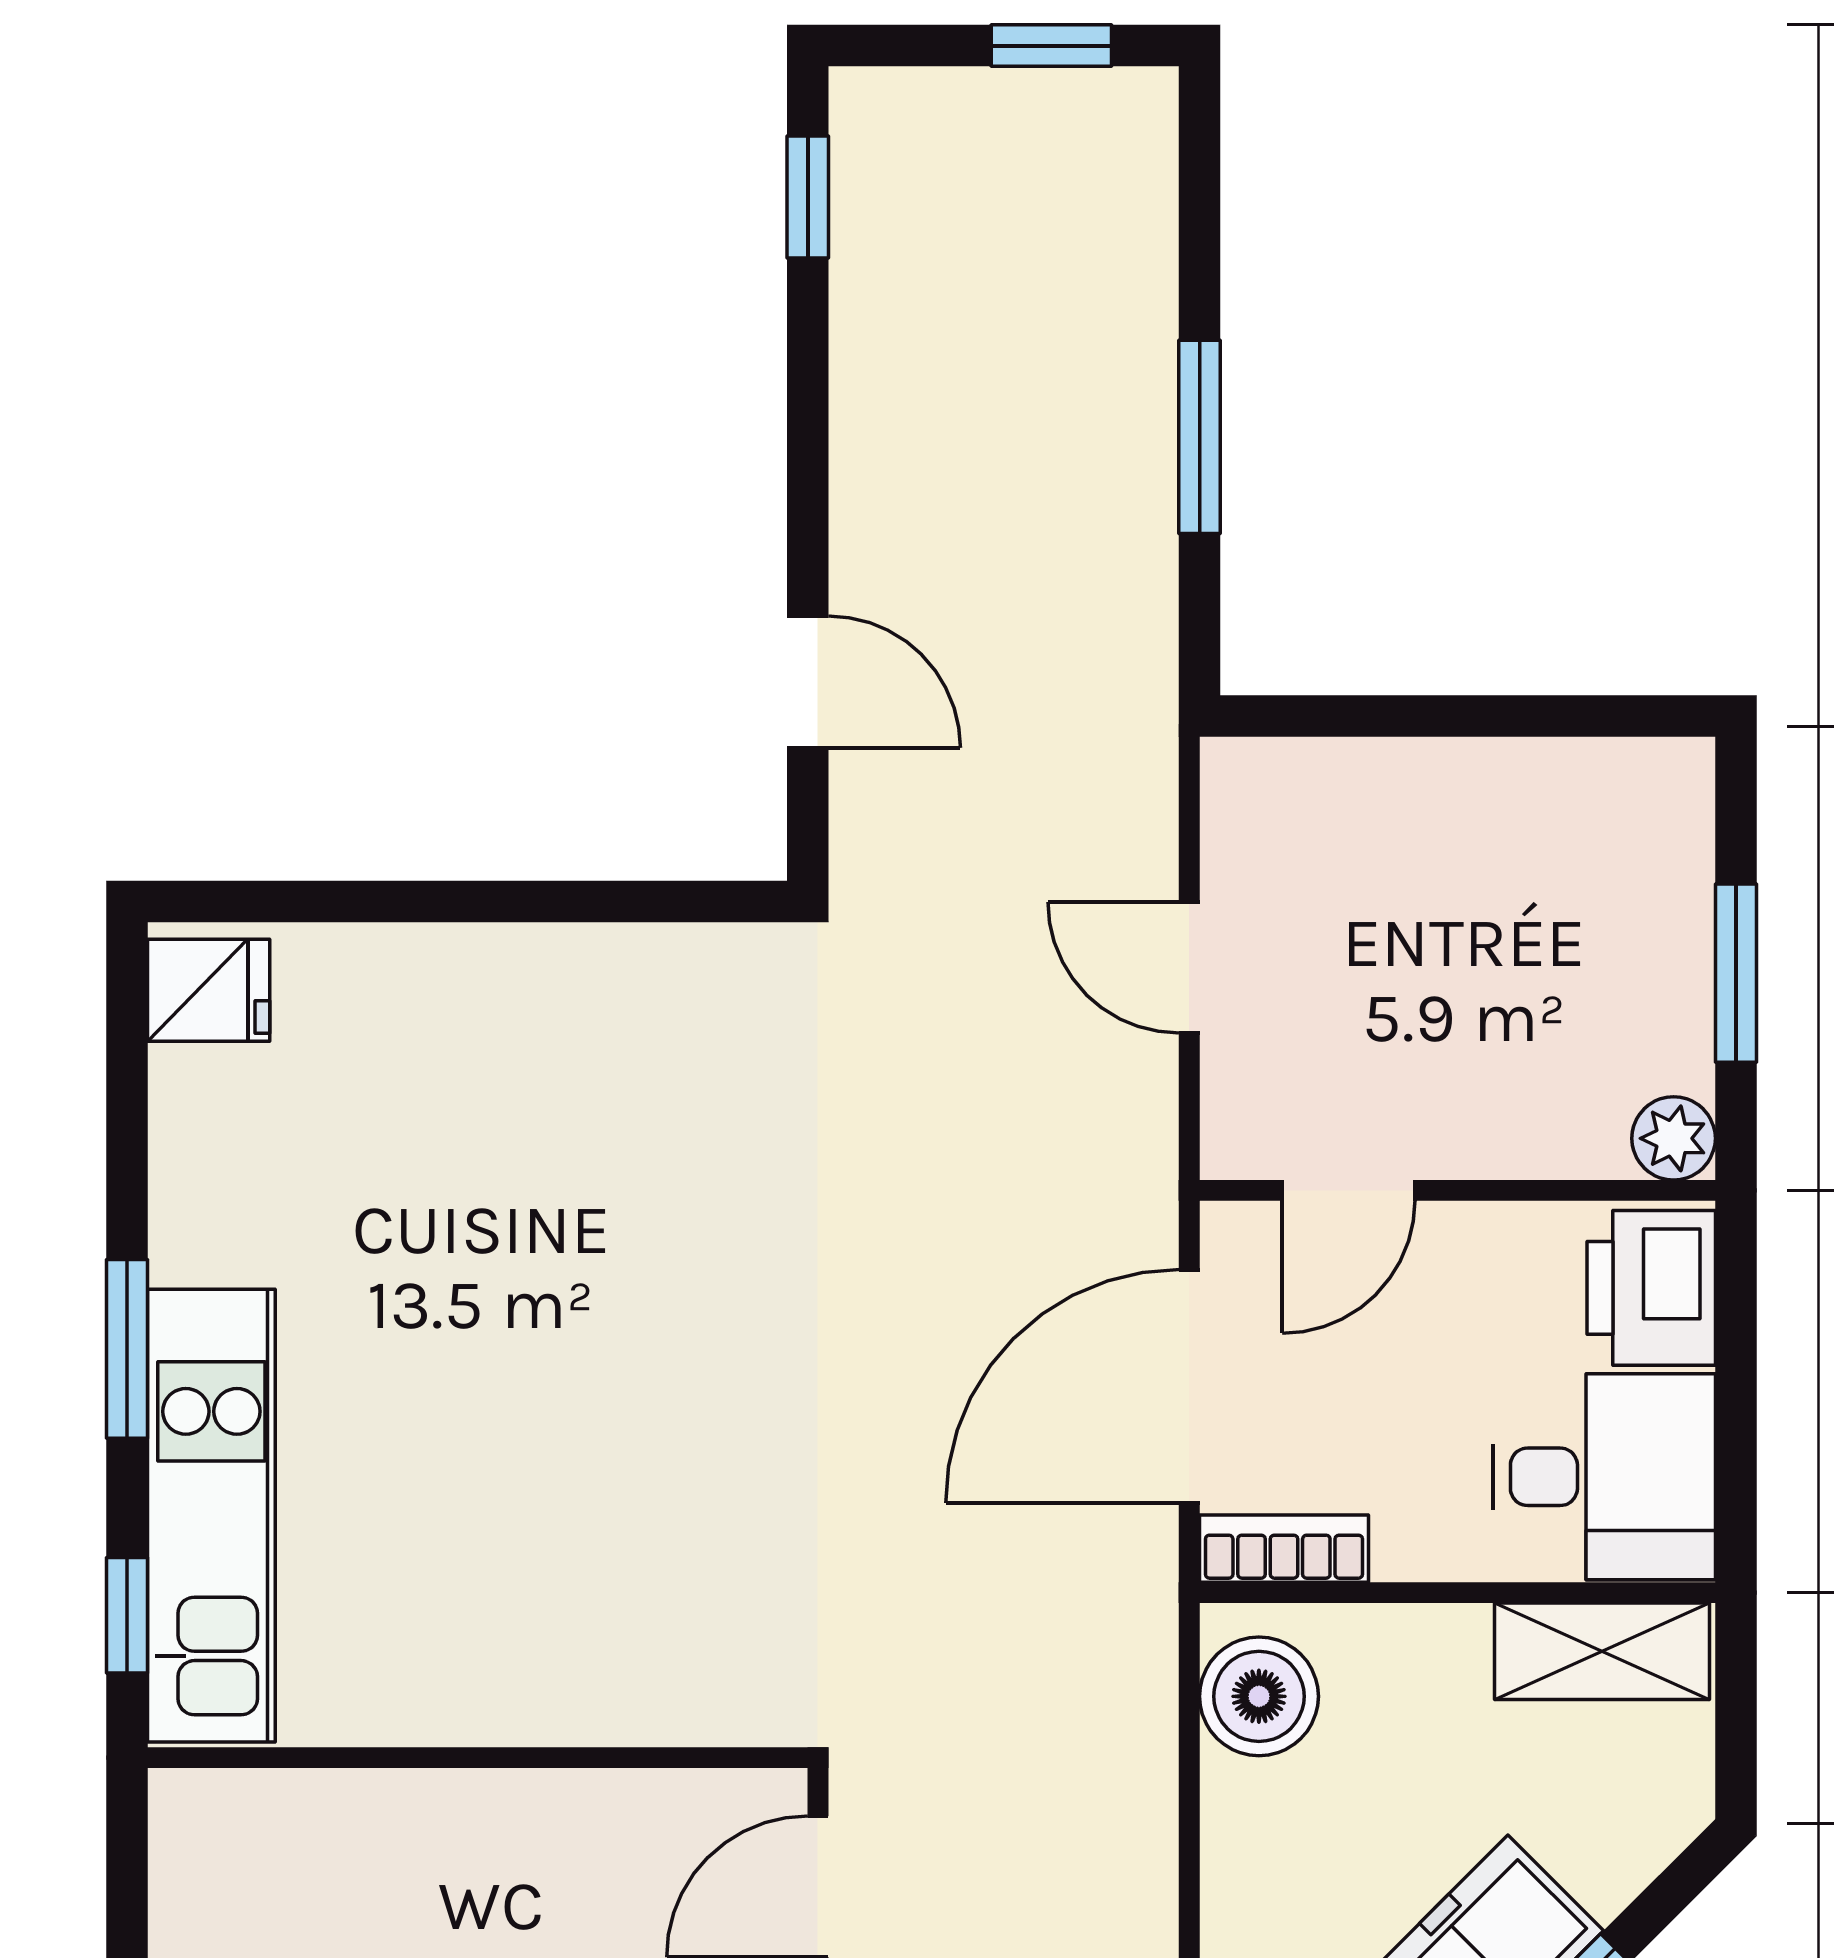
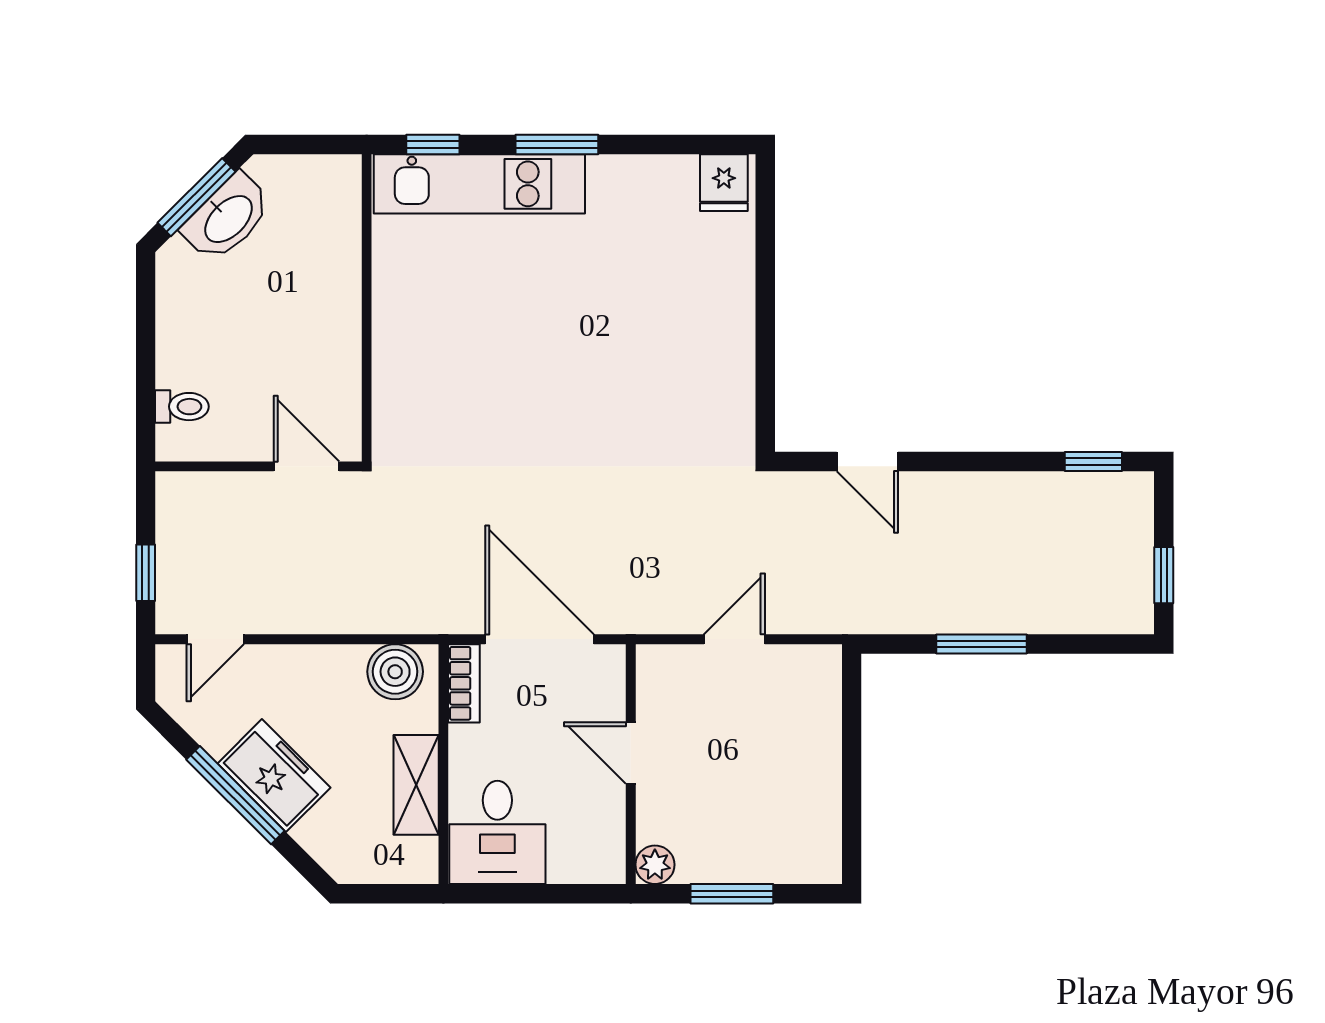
door: (808, 682) -> (867, 462), hinge flipped
door: (1348, 1190) -> (631, 753), moved
printer: (1651, 1288) -> (585, 854), removed
shelving: (1602, 1651) -> (416, 785), moved

